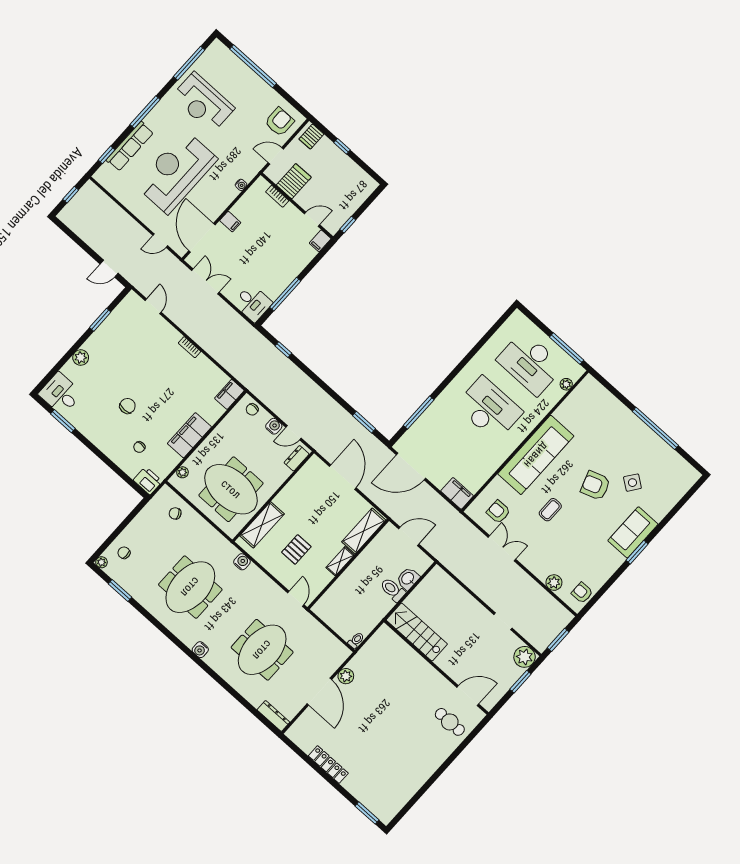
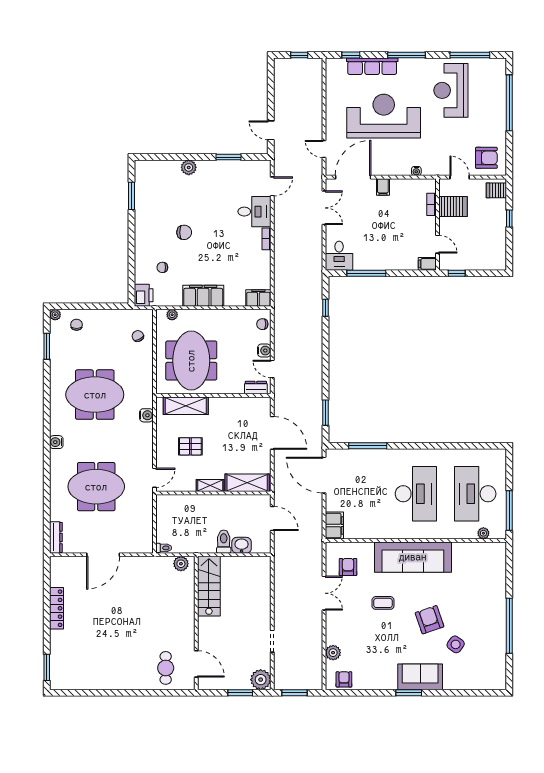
desk: (60, 394) -> (254, 212), moved, turned 90
door: (343, 477) -> (272, 433), hinge flipped
plant: (346, 676) -> (181, 564), moved

